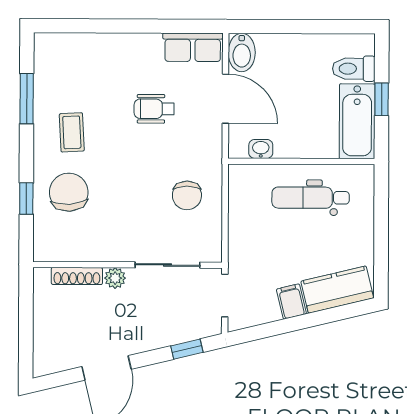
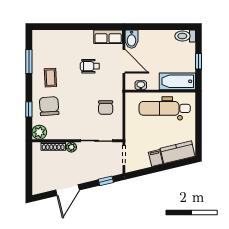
toilet: (354, 69) -> (185, 36), moved
bathtub: (357, 121) -> (177, 81), moved, turned 90
dental chair: (311, 198) -> (165, 108), width x1.36, depth x1.38
plant: (48, 247) -> (39, 132), added

